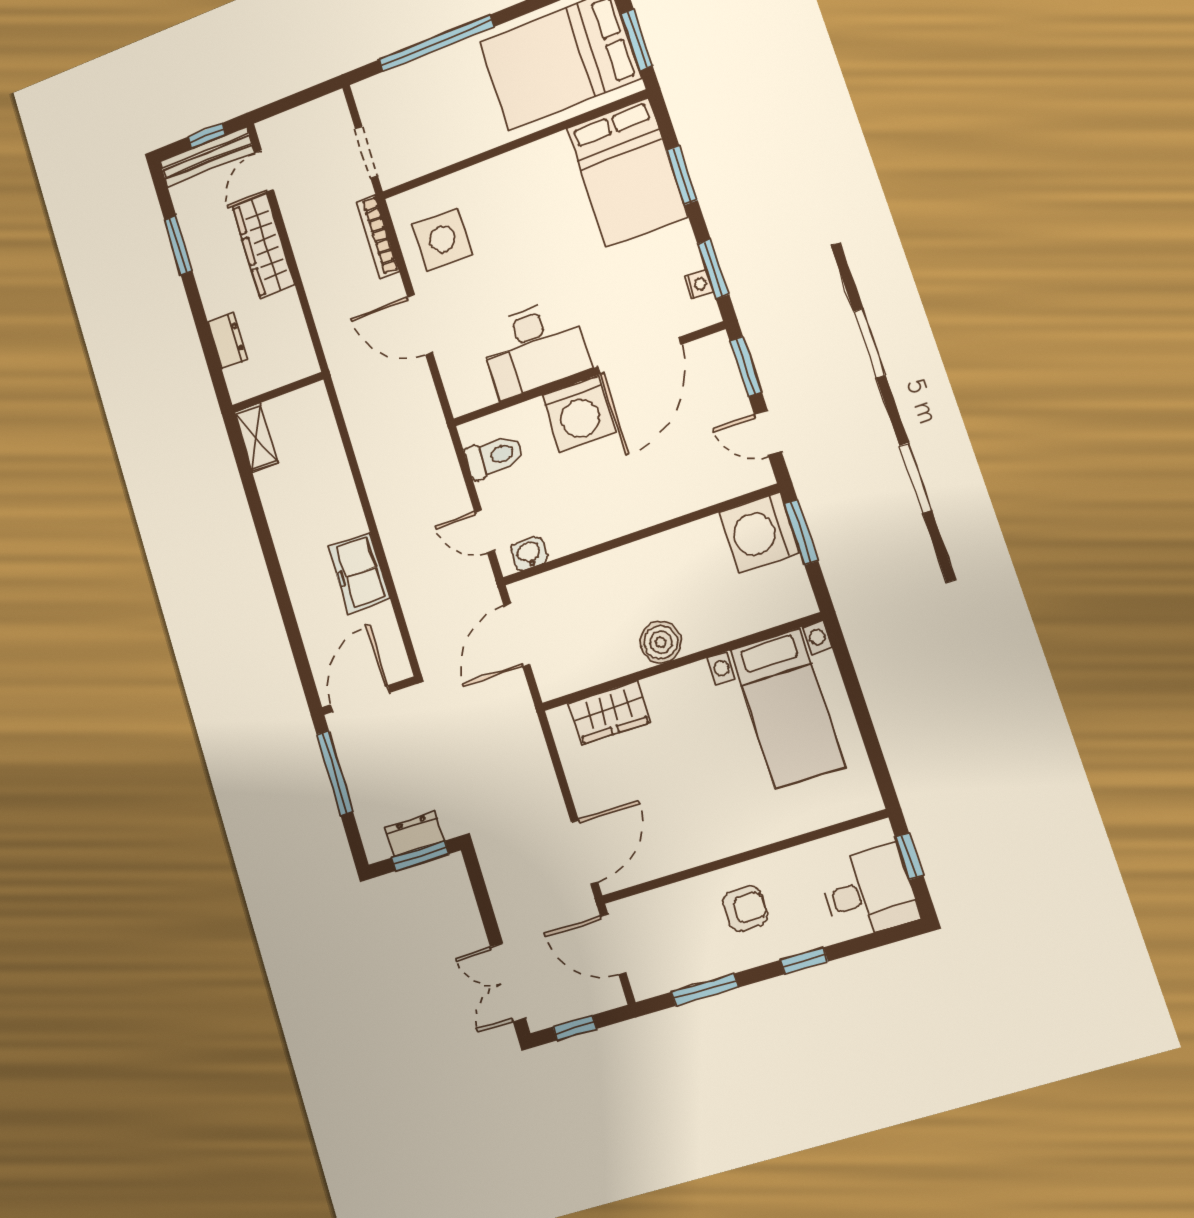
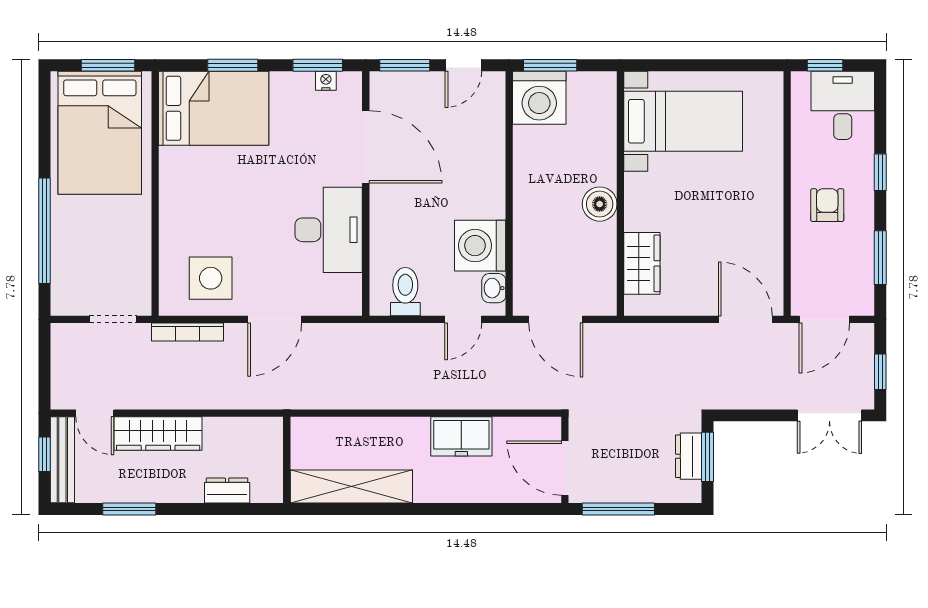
washing machine: (579, 414) -> (480, 246), moved, turned 180
shelving: (256, 437) -> (351, 487), width x2.20, depth x1.33

